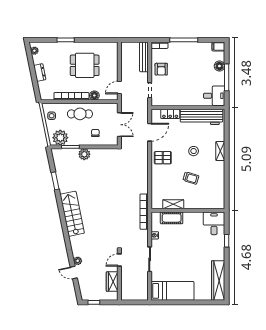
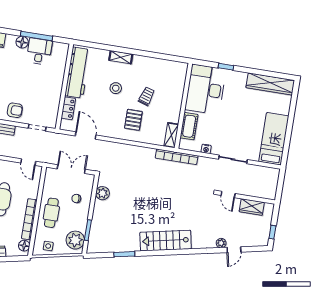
floor lamp: (94, 95) -> (24, 246), moved
desk: (214, 96) -> (39, 51), moved
plant: (84, 154) -> (103, 193), moved
pallet: (163, 158) -> (133, 120), moved
shelving: (173, 204) -> (171, 135), moved
desk: (214, 223) -> (206, 89), width x1.87, depth x1.30

